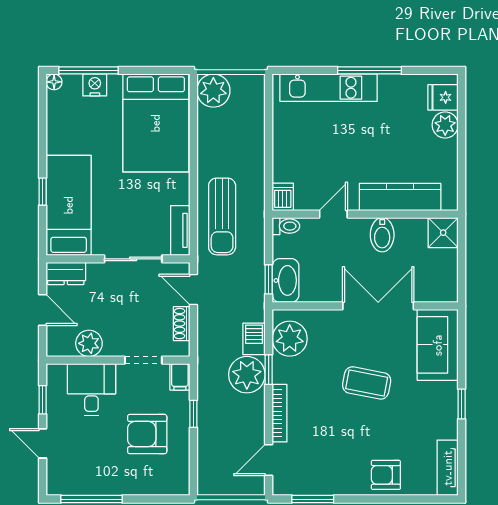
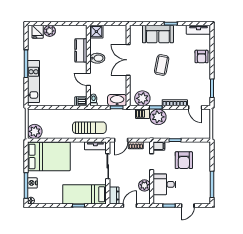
kitchen counter: (400, 197) -> (81, 50), width x0.67
sofa: (438, 345) -> (158, 34), moved

